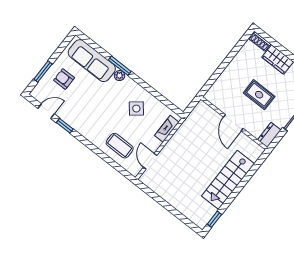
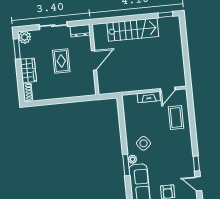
side table: (136, 109) -> (144, 143), moved
fireplace: (167, 129) -> (149, 97), moved

